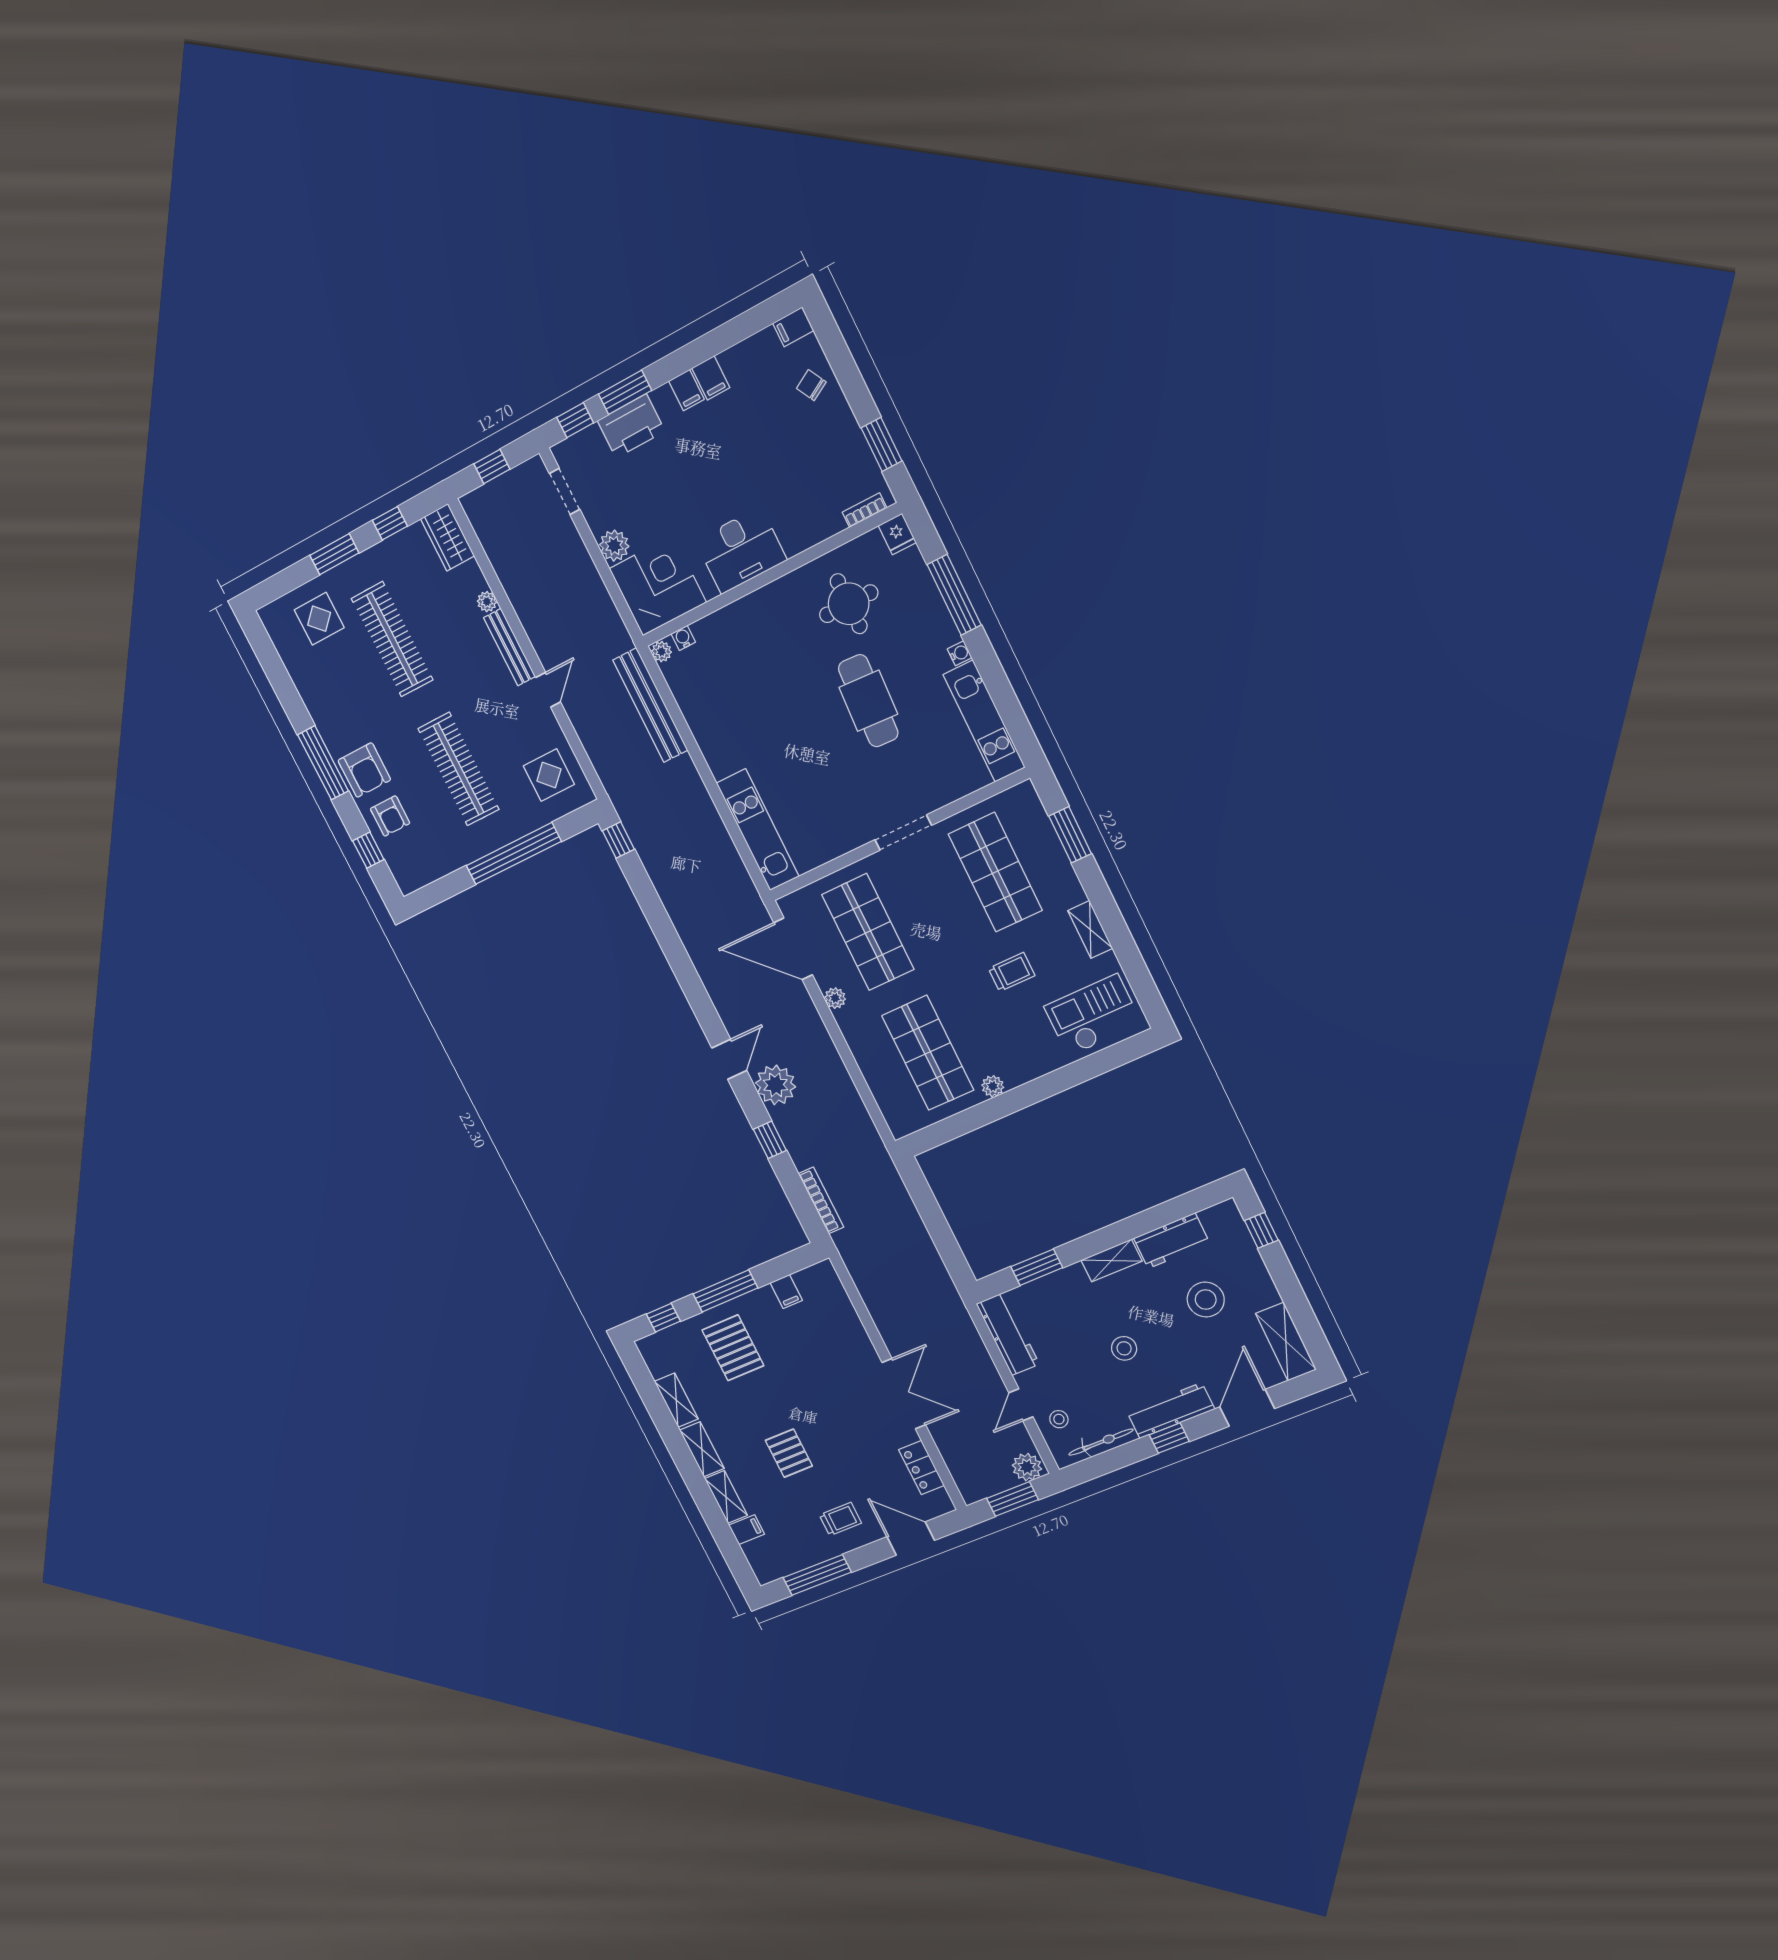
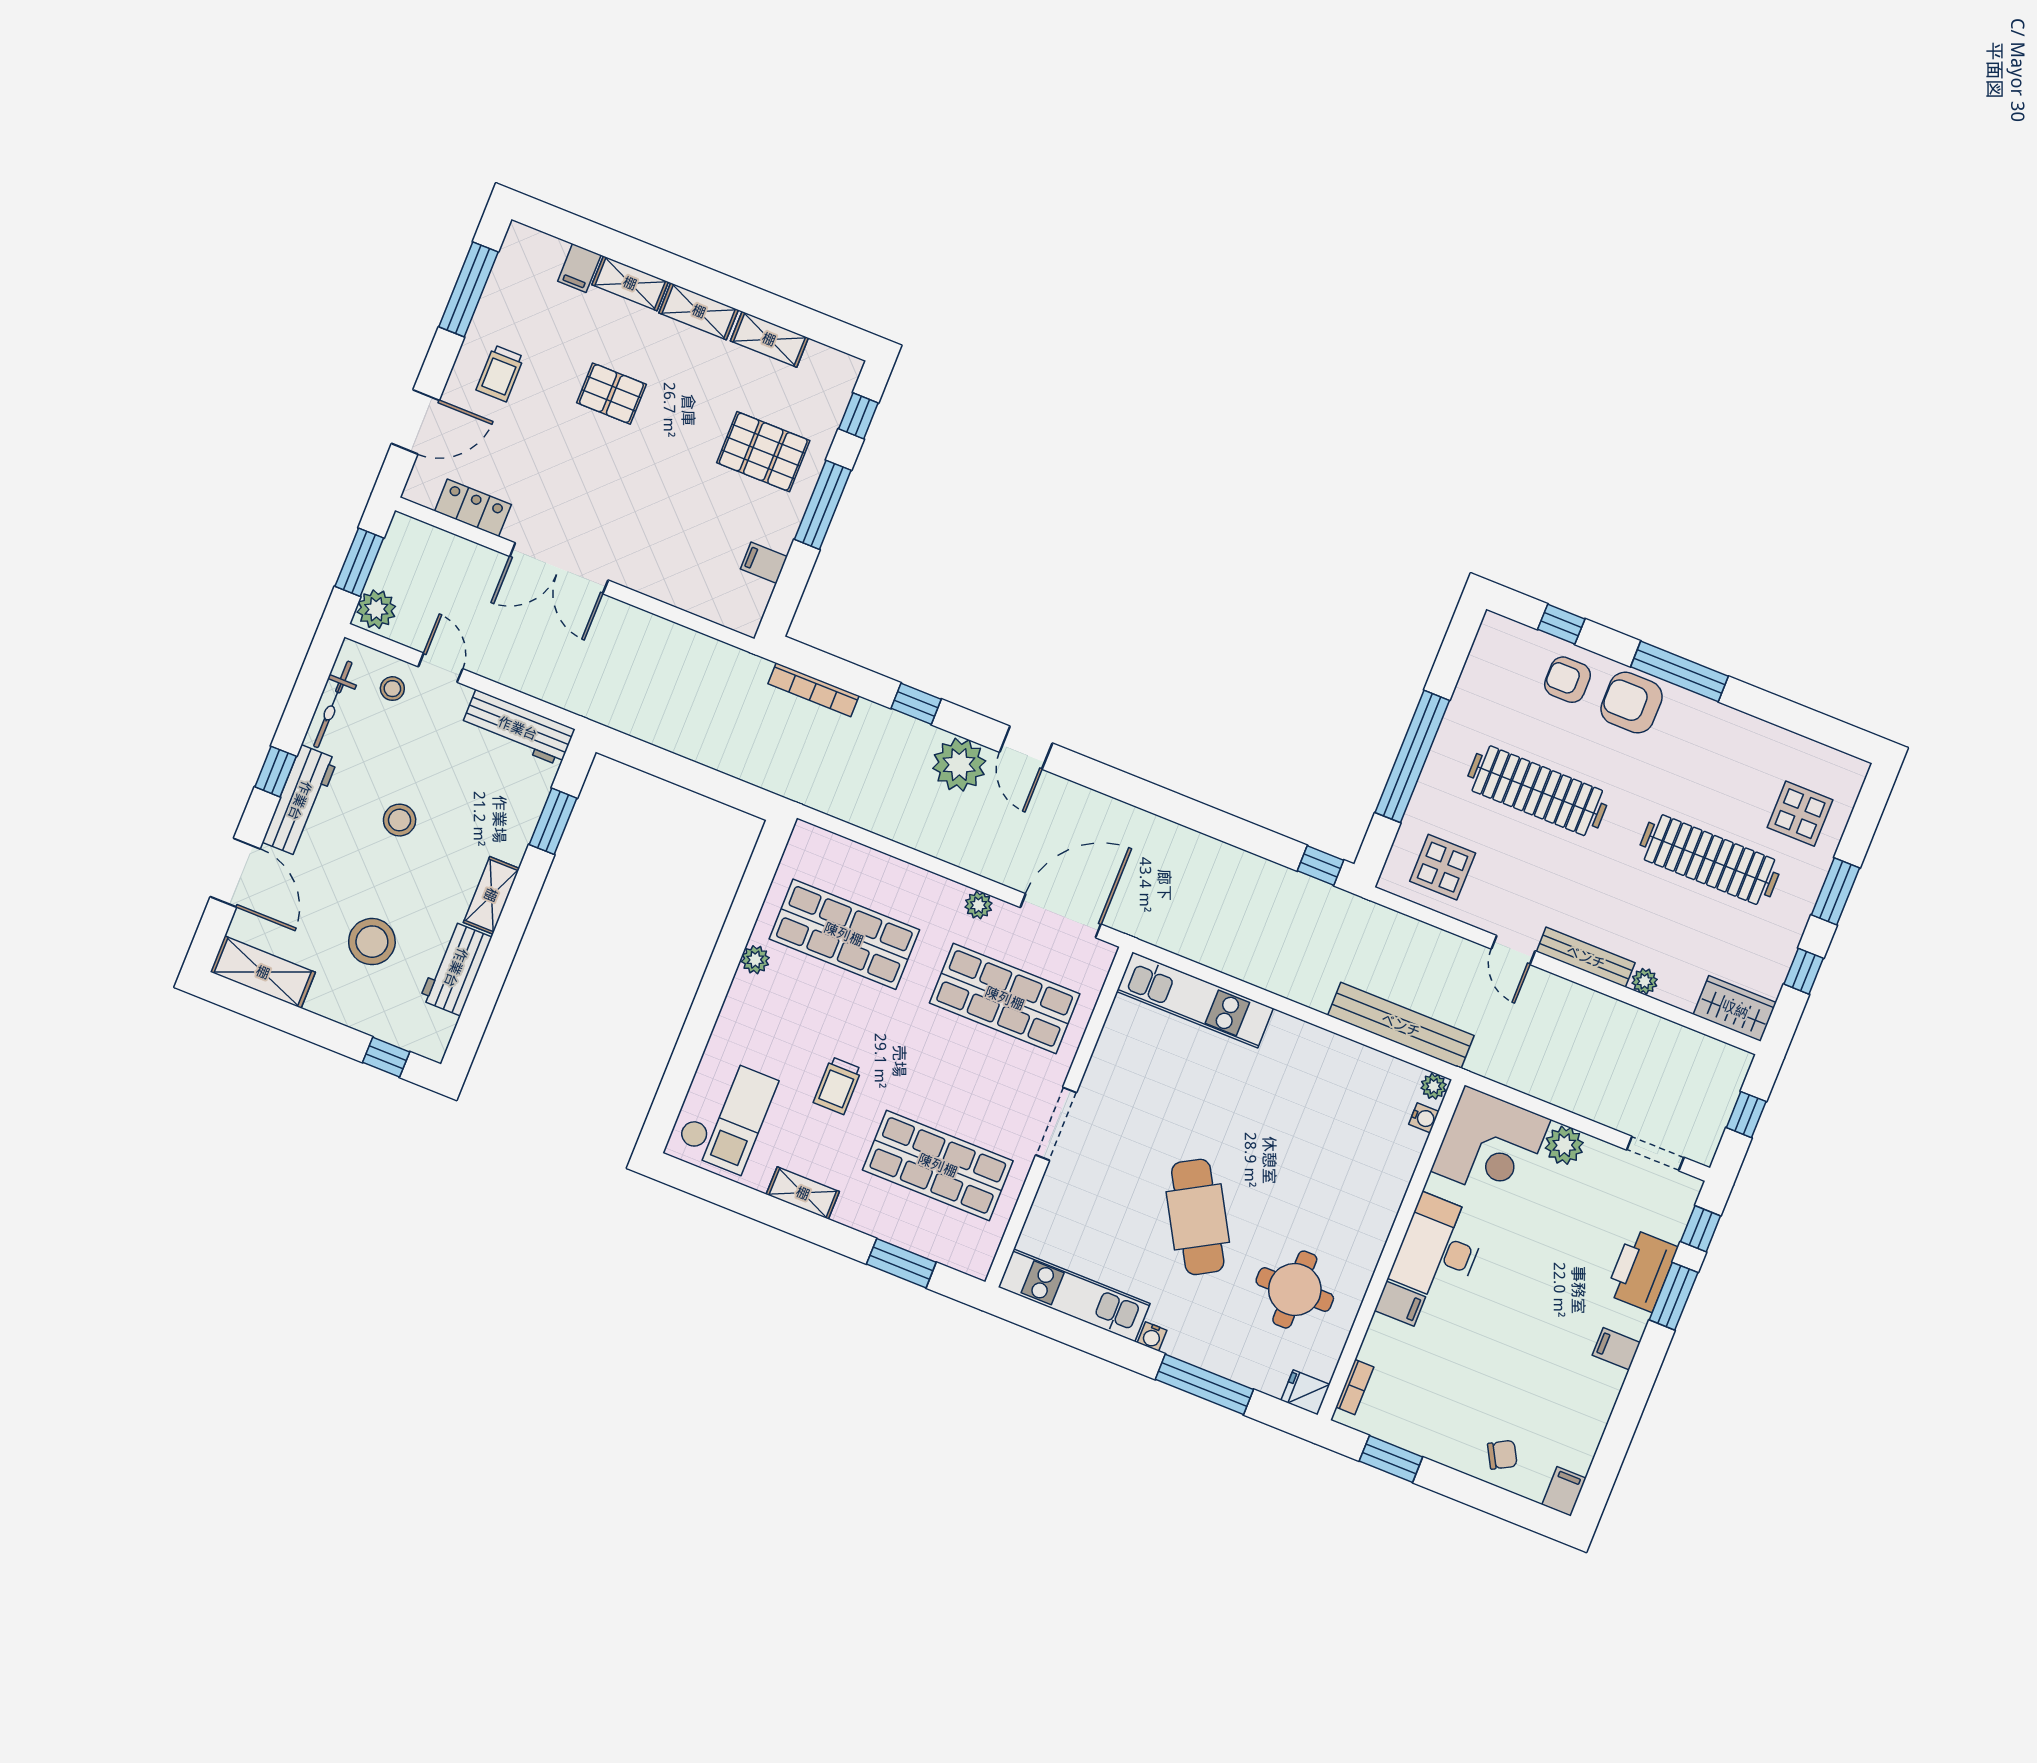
filing cabinet: (711, 378) -> (1400, 1304), moved, turned 180
cafe table: (868, 701) -> (1198, 1217), turned 57

